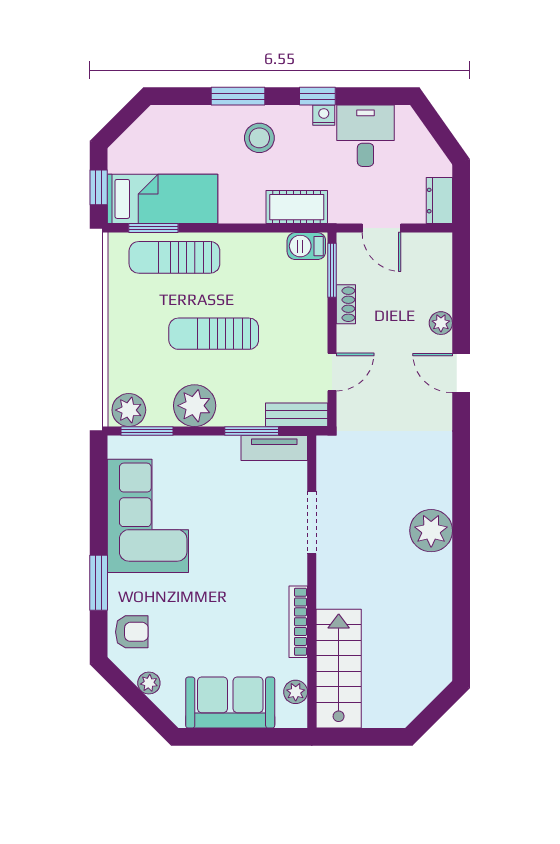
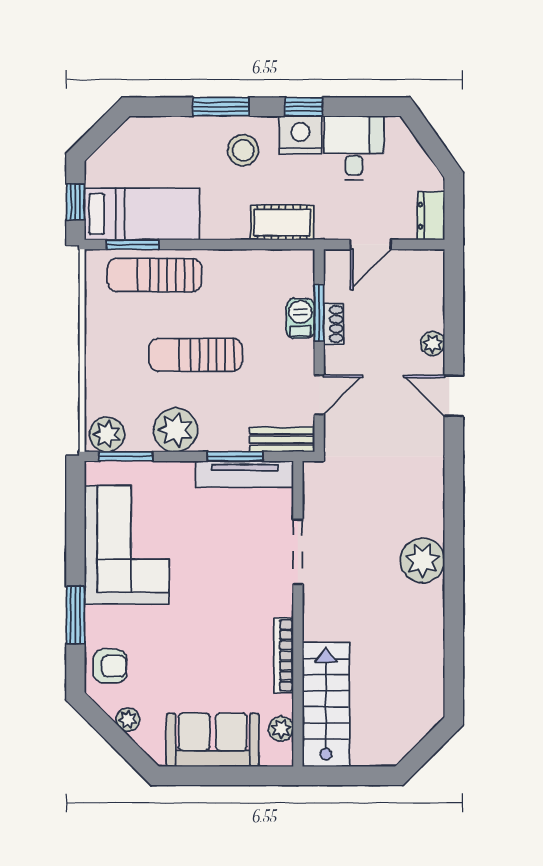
nightstand: (324, 115) -> (300, 135), width x1.89, depth x1.79
door: (382, 228) -> (371, 244), hinge flipped
barbecue: (306, 246) -> (300, 318), moved, turned 90
window: (332, 270) -> (319, 313), moved
tv unit: (274, 448) -> (244, 474), width x1.41

